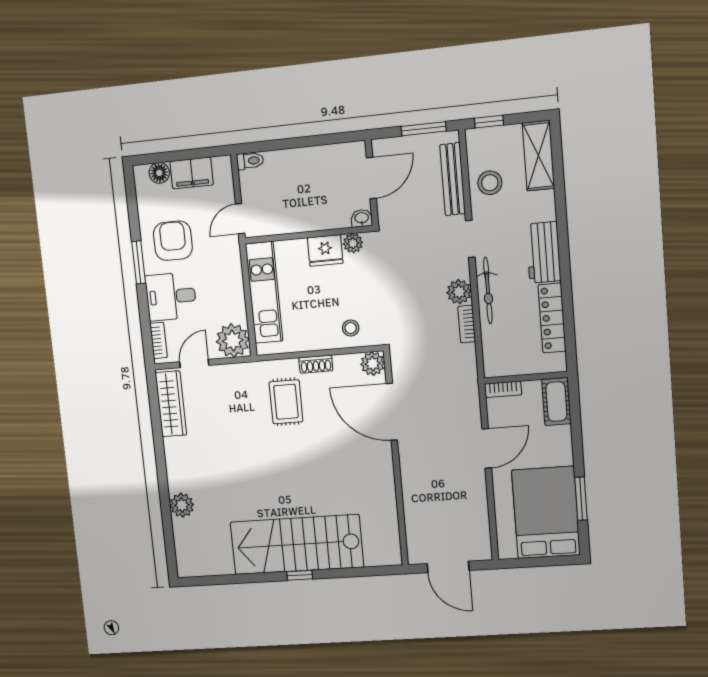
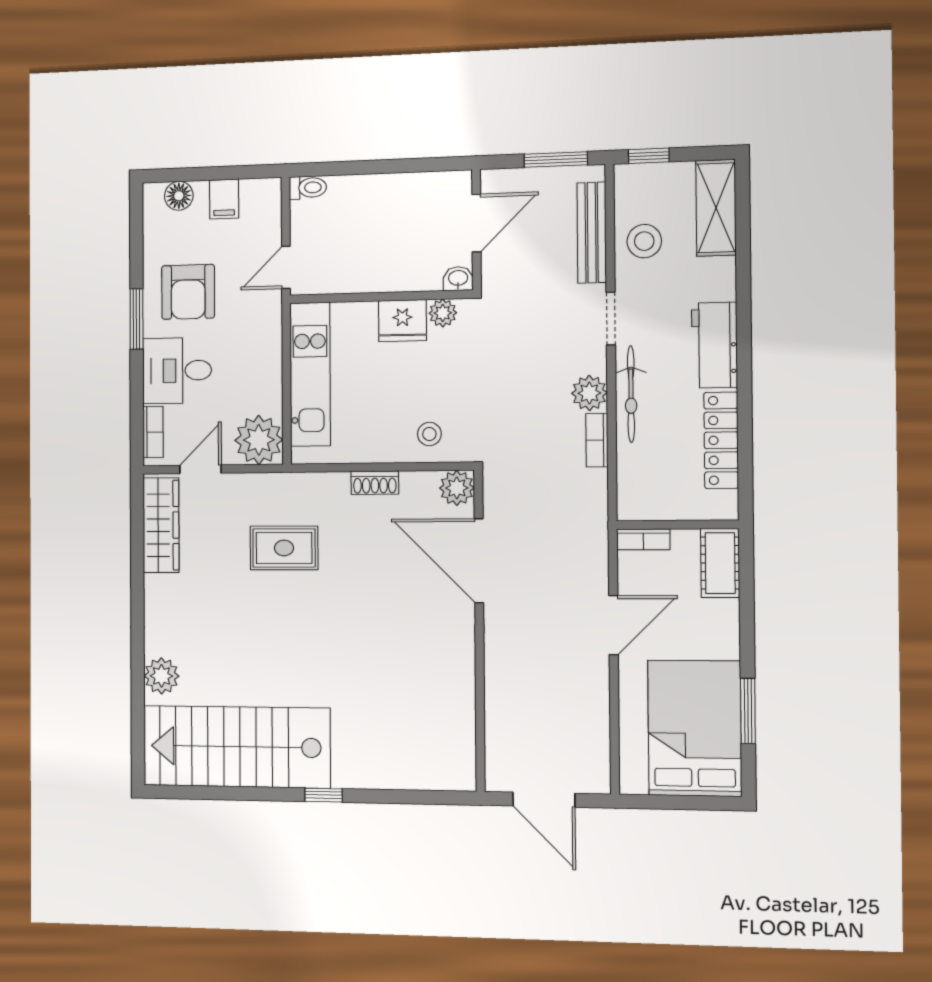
filing cabinet: (192, 173) -> (224, 199), width x0.50
armchair: (173, 241) -> (188, 292), turned 180
rug: (286, 402) -> (284, 548), moved, turned 90
stairs: (297, 545) -> (236, 747), moved

